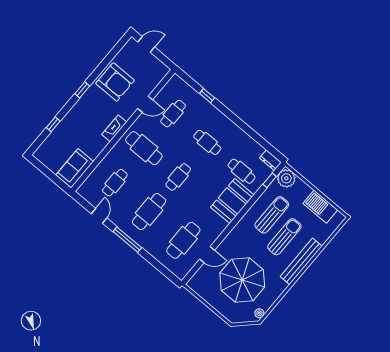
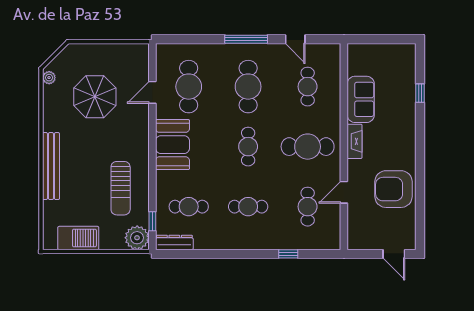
door: (146, 44) -> (394, 254), hinge flipped
window: (82, 90) -> (420, 153), removed
dresser: (270, 160) -> (174, 242), width x1.44
sofa: (75, 168) -> (361, 99), moved
booth: (232, 201) -> (172, 145), moved
sun lounger: (284, 237) -> (89, 177), removed
parasol: (242, 280) -> (95, 97), width x0.73, depth x0.73

